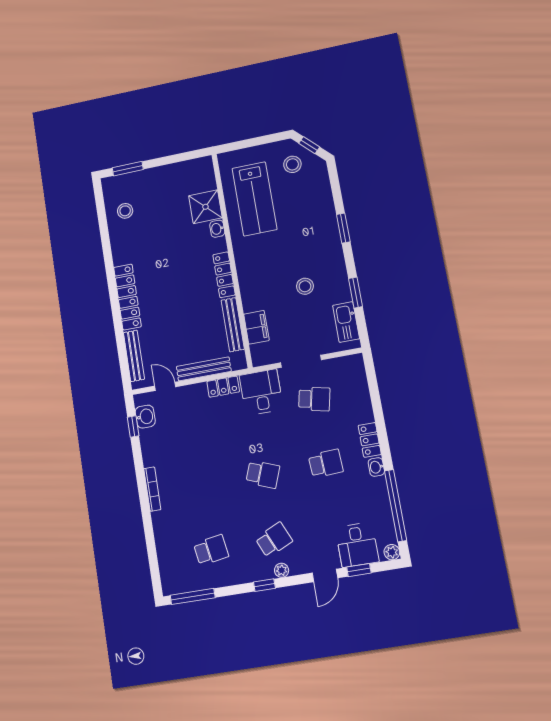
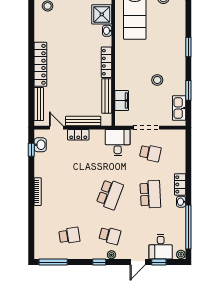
locker: (223, 387) -> (78, 135), moved
school desk: (326, 463) -> (150, 194), width x1.85
school desk: (263, 474) -> (110, 194), width x1.85
school desk: (274, 540) -> (110, 236), turned 39

